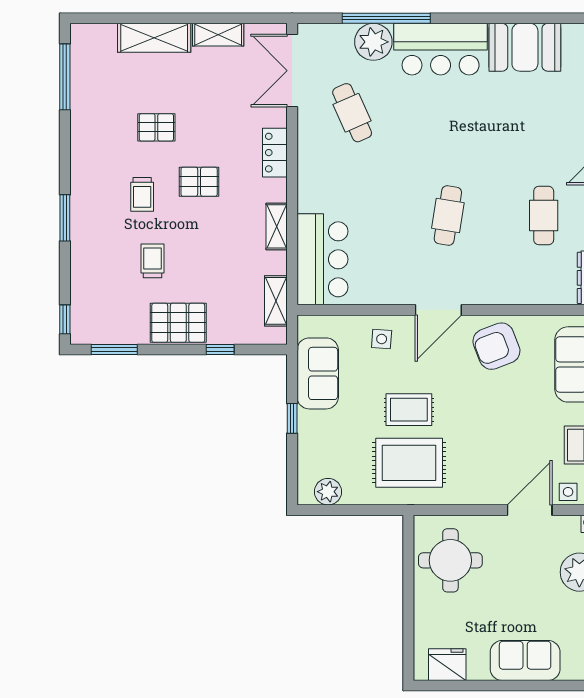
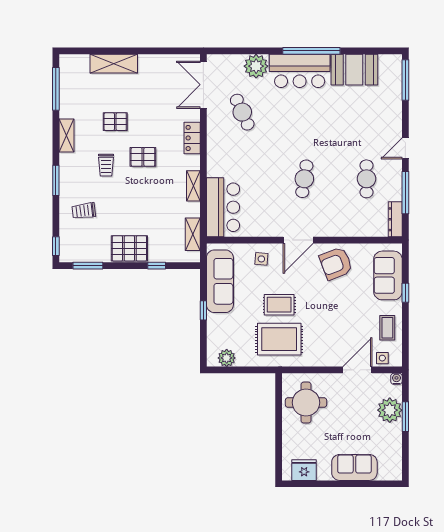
window: (386, 18) -> (311, 51), moved
shelving: (218, 35) -> (67, 136), moved, turned 90
trolley: (152, 261) -> (84, 211), moved, turned -97
sofa: (318, 373) -> (220, 281), width x1.36

